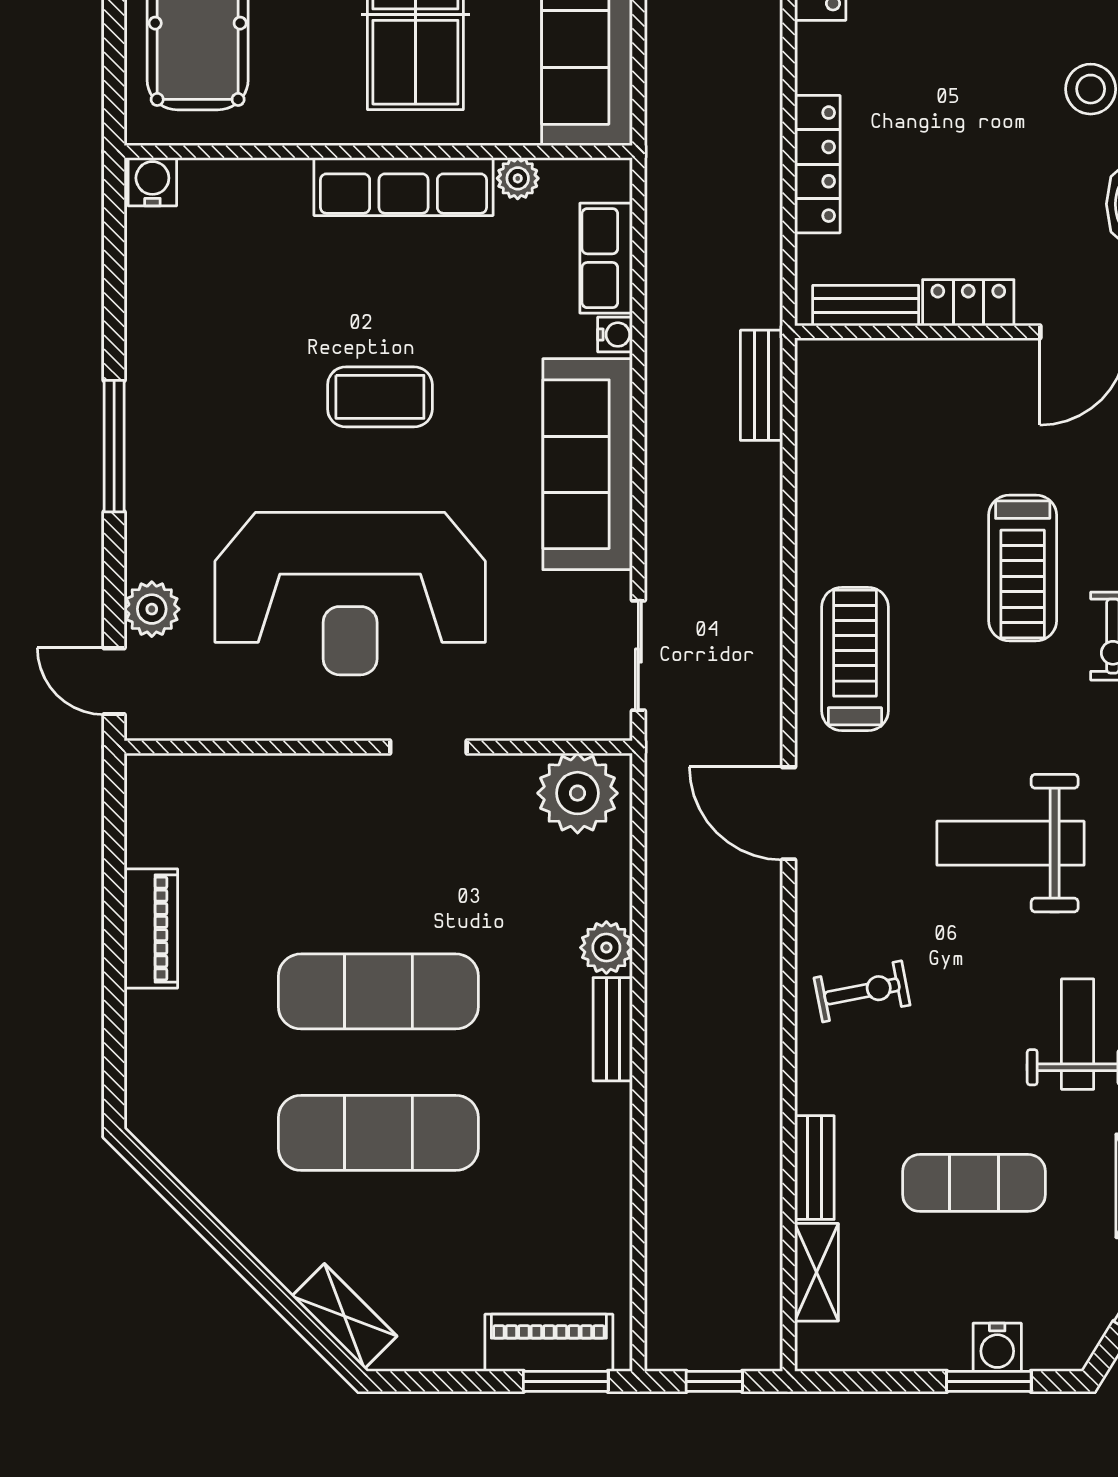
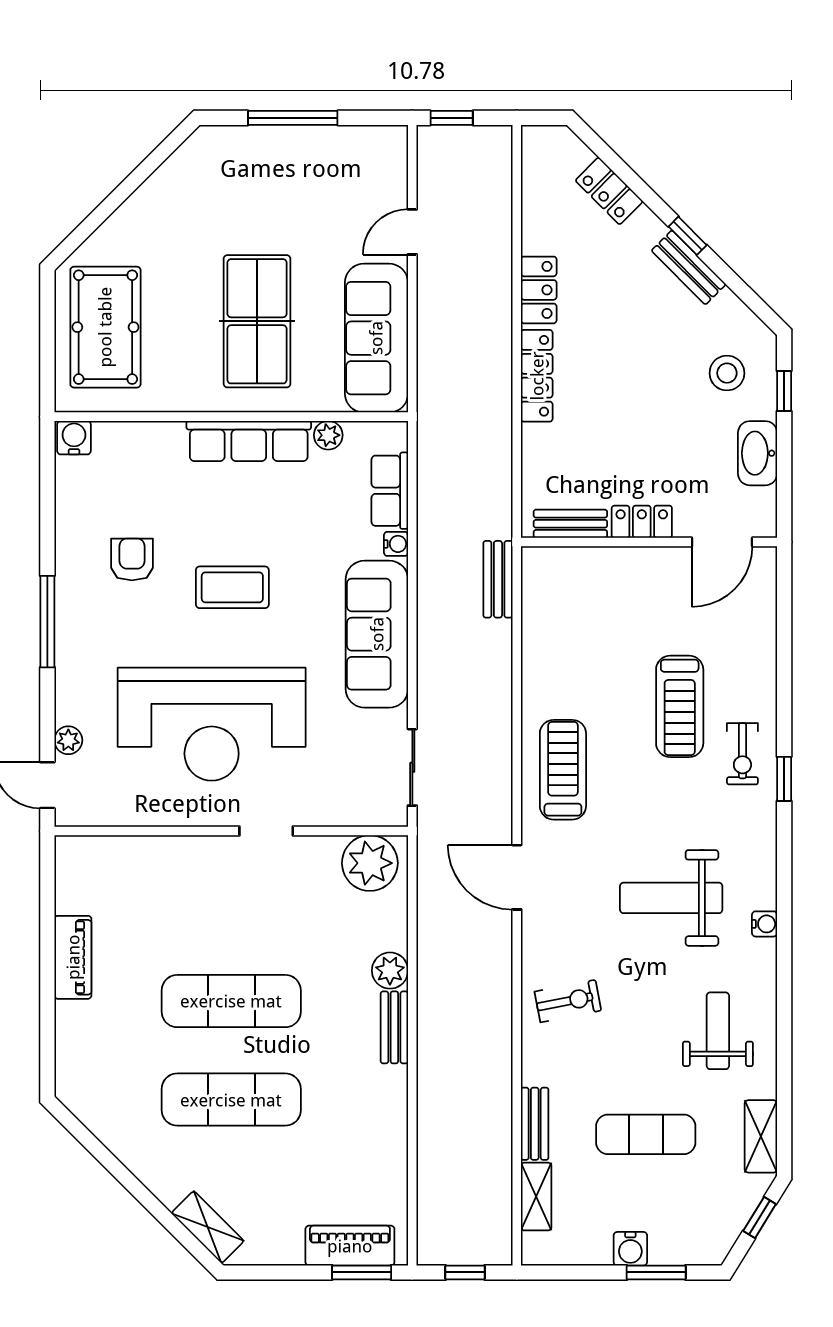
locker: (817, 164) -> (537, 376), moved
armchair: (236, 357) -> (132, 559), added
plant: (152, 609) -> (68, 740), width x0.73, depth x0.73
water cooler: (997, 1347) -> (630, 1249), moved

